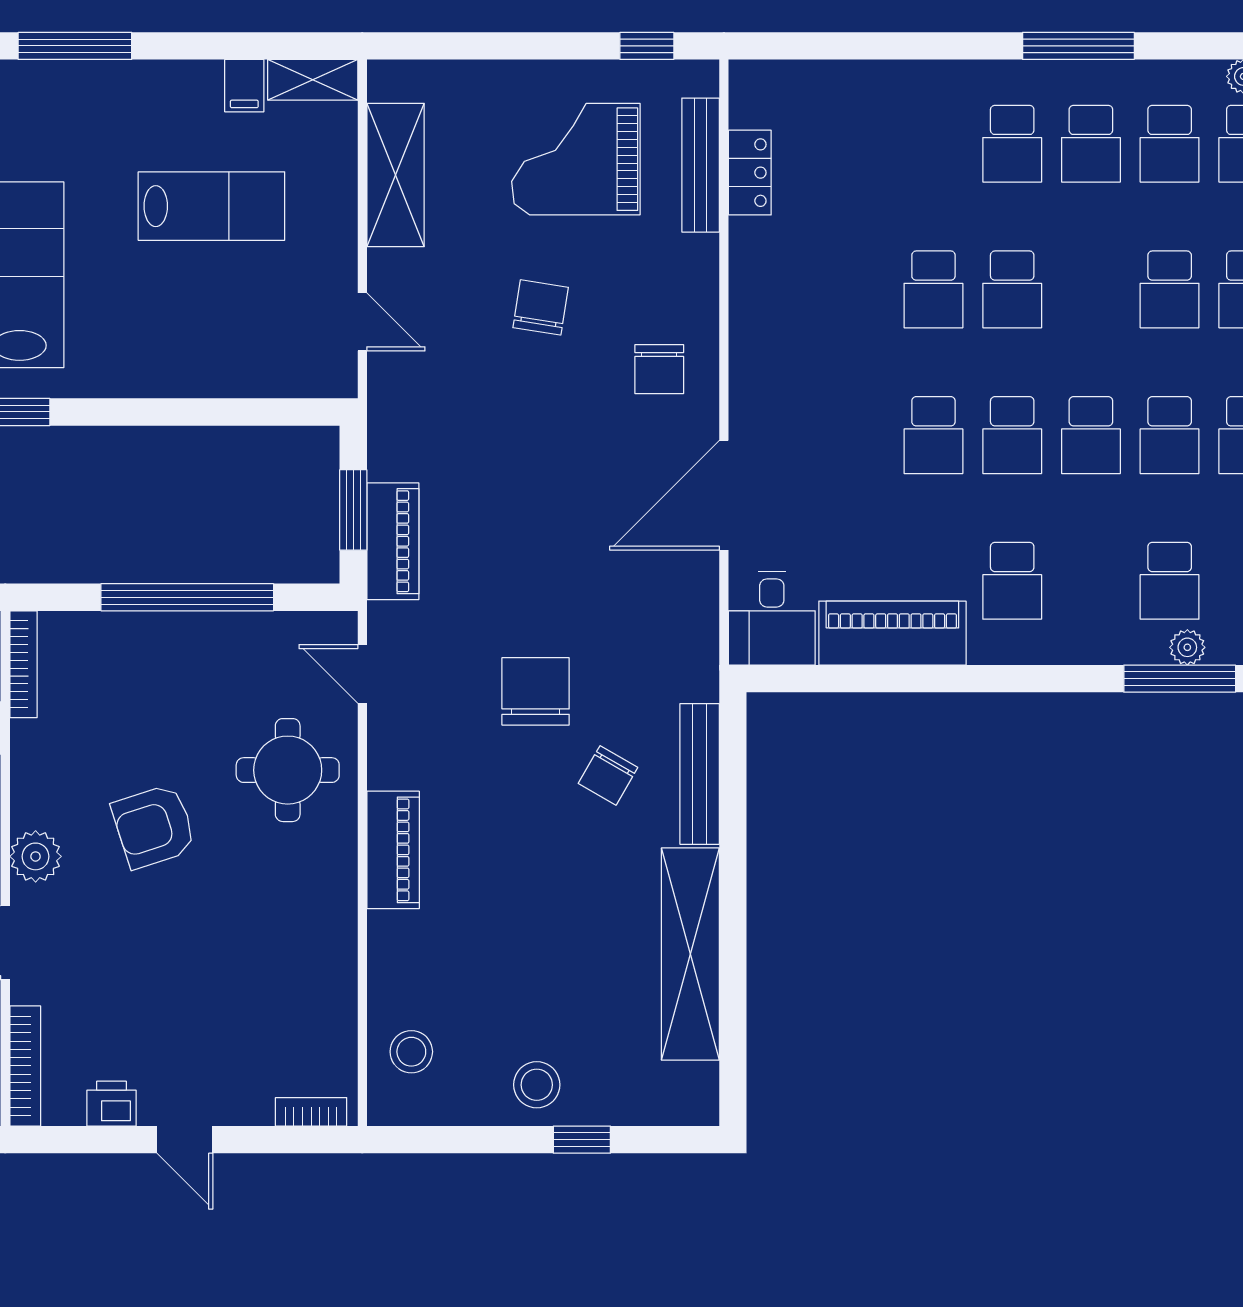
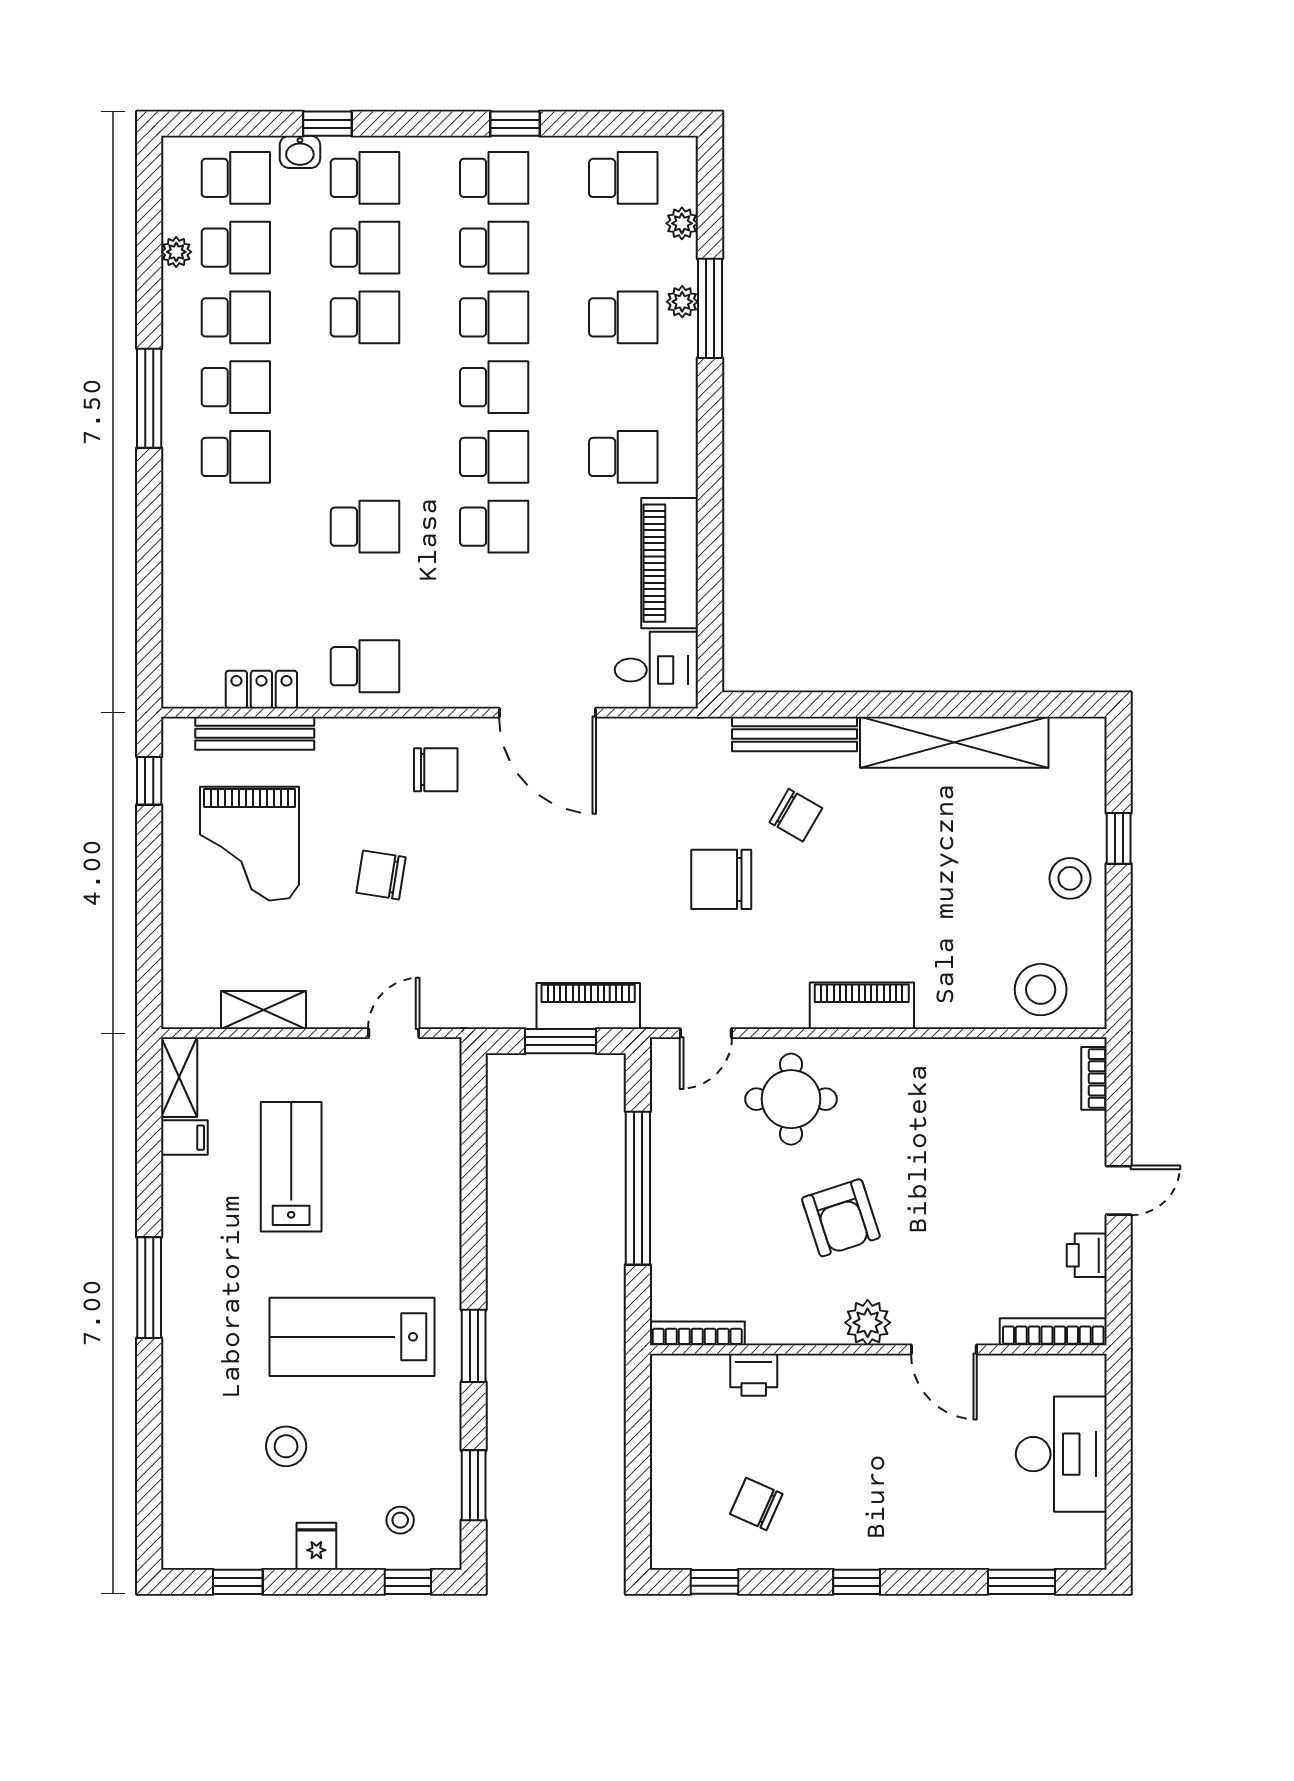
shelving: (395, 175) -> (264, 1010), width x0.67, depth x0.75
school desk: (1012, 289) -> (365, 666), moved
stool: (411, 1052) -> (1041, 990), width x1.38, depth x1.38

